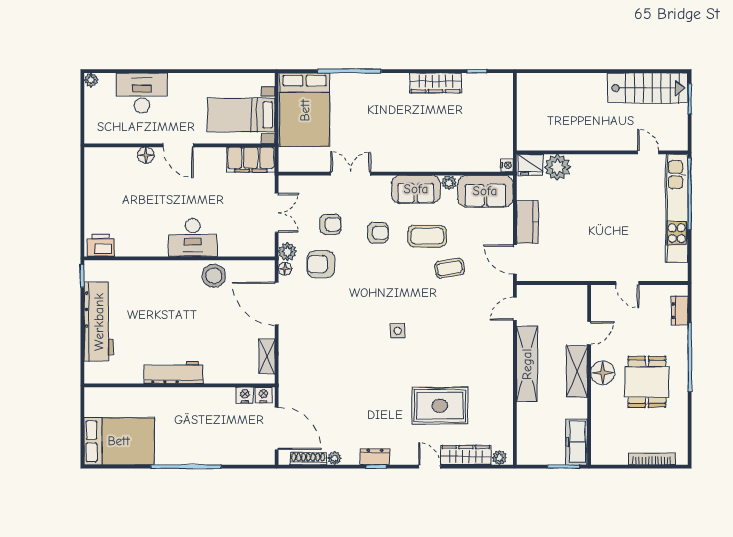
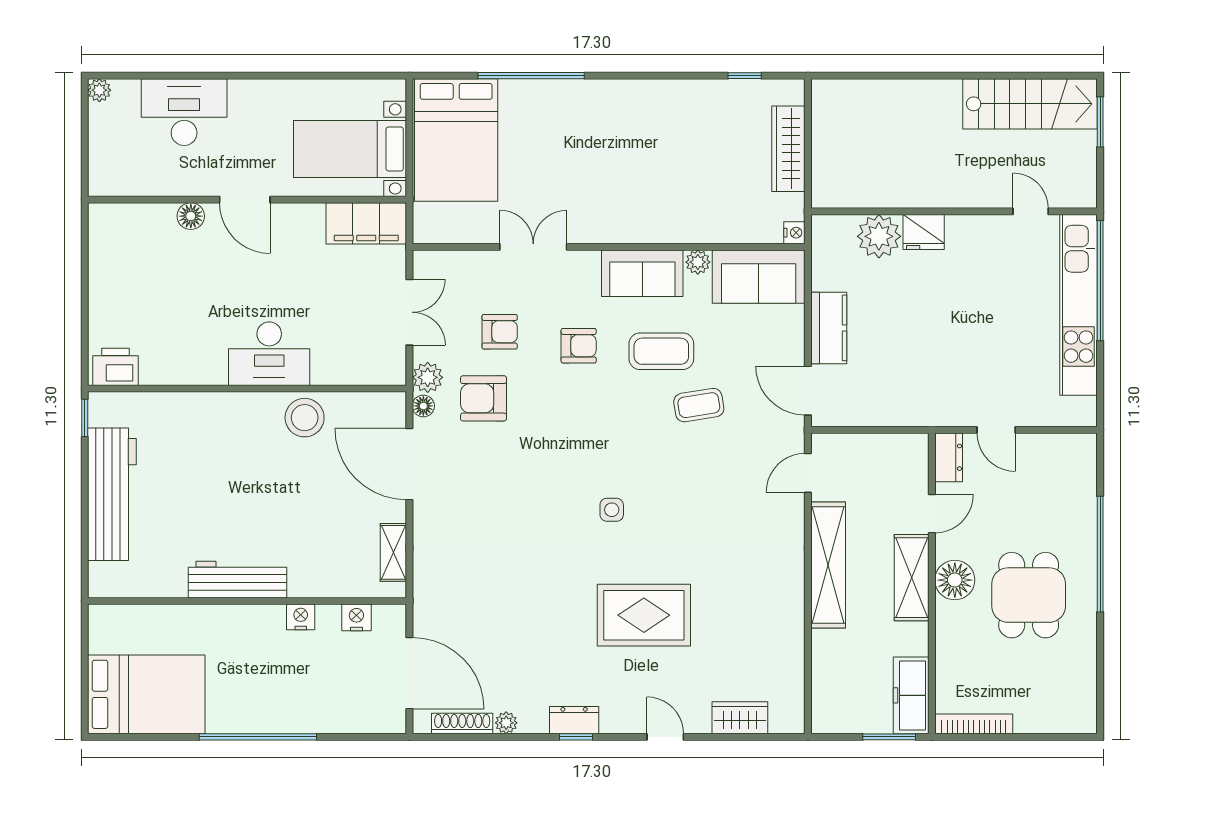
wardrobe: (436, 83) -> (788, 149), moved, turned 90
fridge: (531, 165) -> (924, 232), moved
dresser: (680, 311) -> (949, 457), moved, turned 180
nightstand: (263, 395) -> (301, 617), moved
rug: (440, 406) -> (644, 615), moved
wardrobe: (466, 455) -> (740, 718), width x0.67
plant: (500, 458) -> (782, 722), removed
bookcase: (652, 459) -> (974, 724), moved

